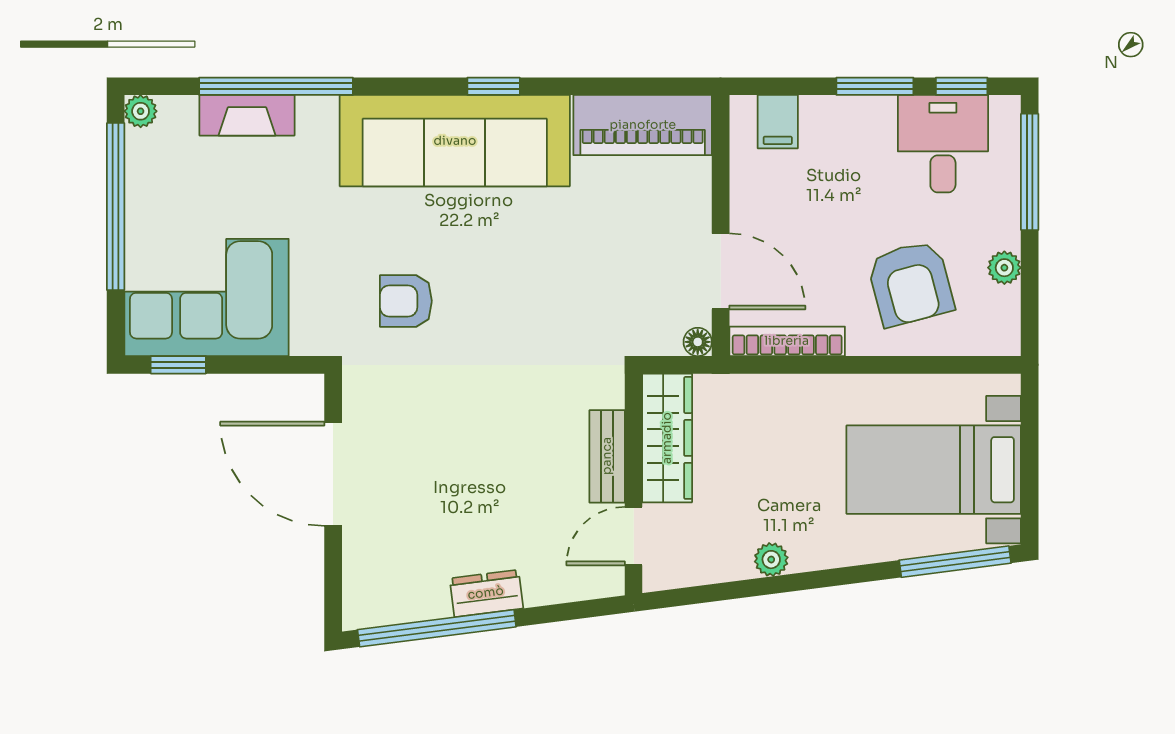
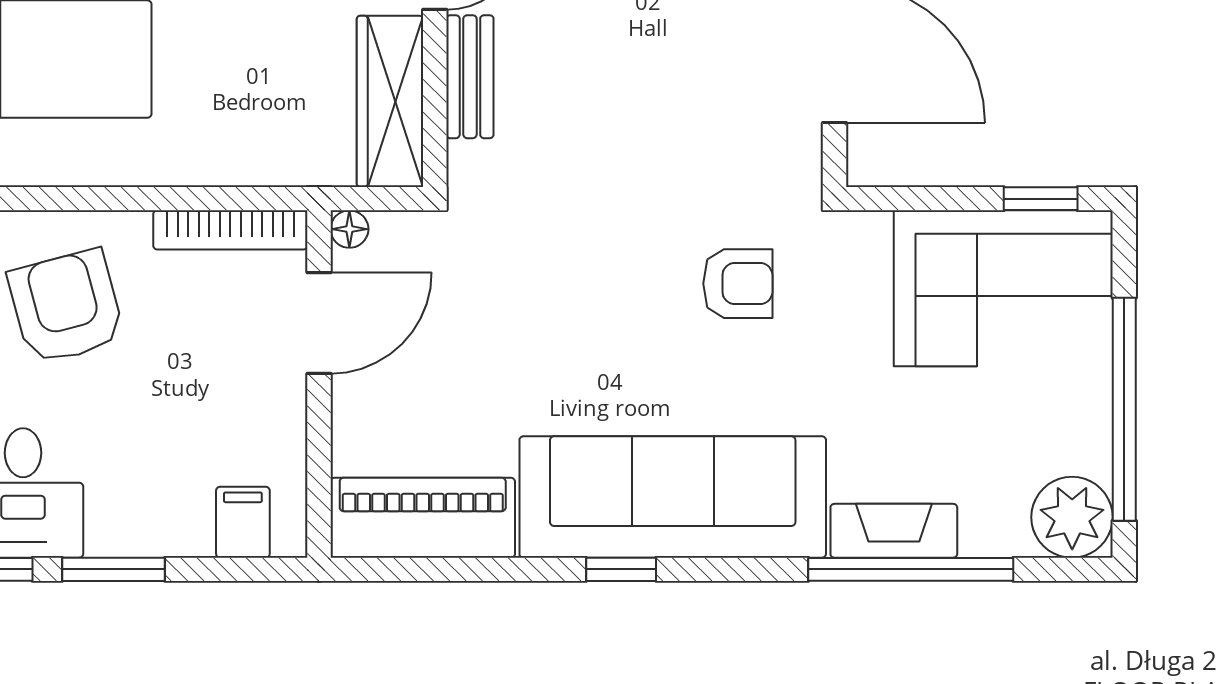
plant: (141, 111) -> (1072, 517), width x1.87, depth x1.87
fireplace: (247, 115) -> (894, 531), moved
door: (721, 271) -> (319, 323), swing flipped

